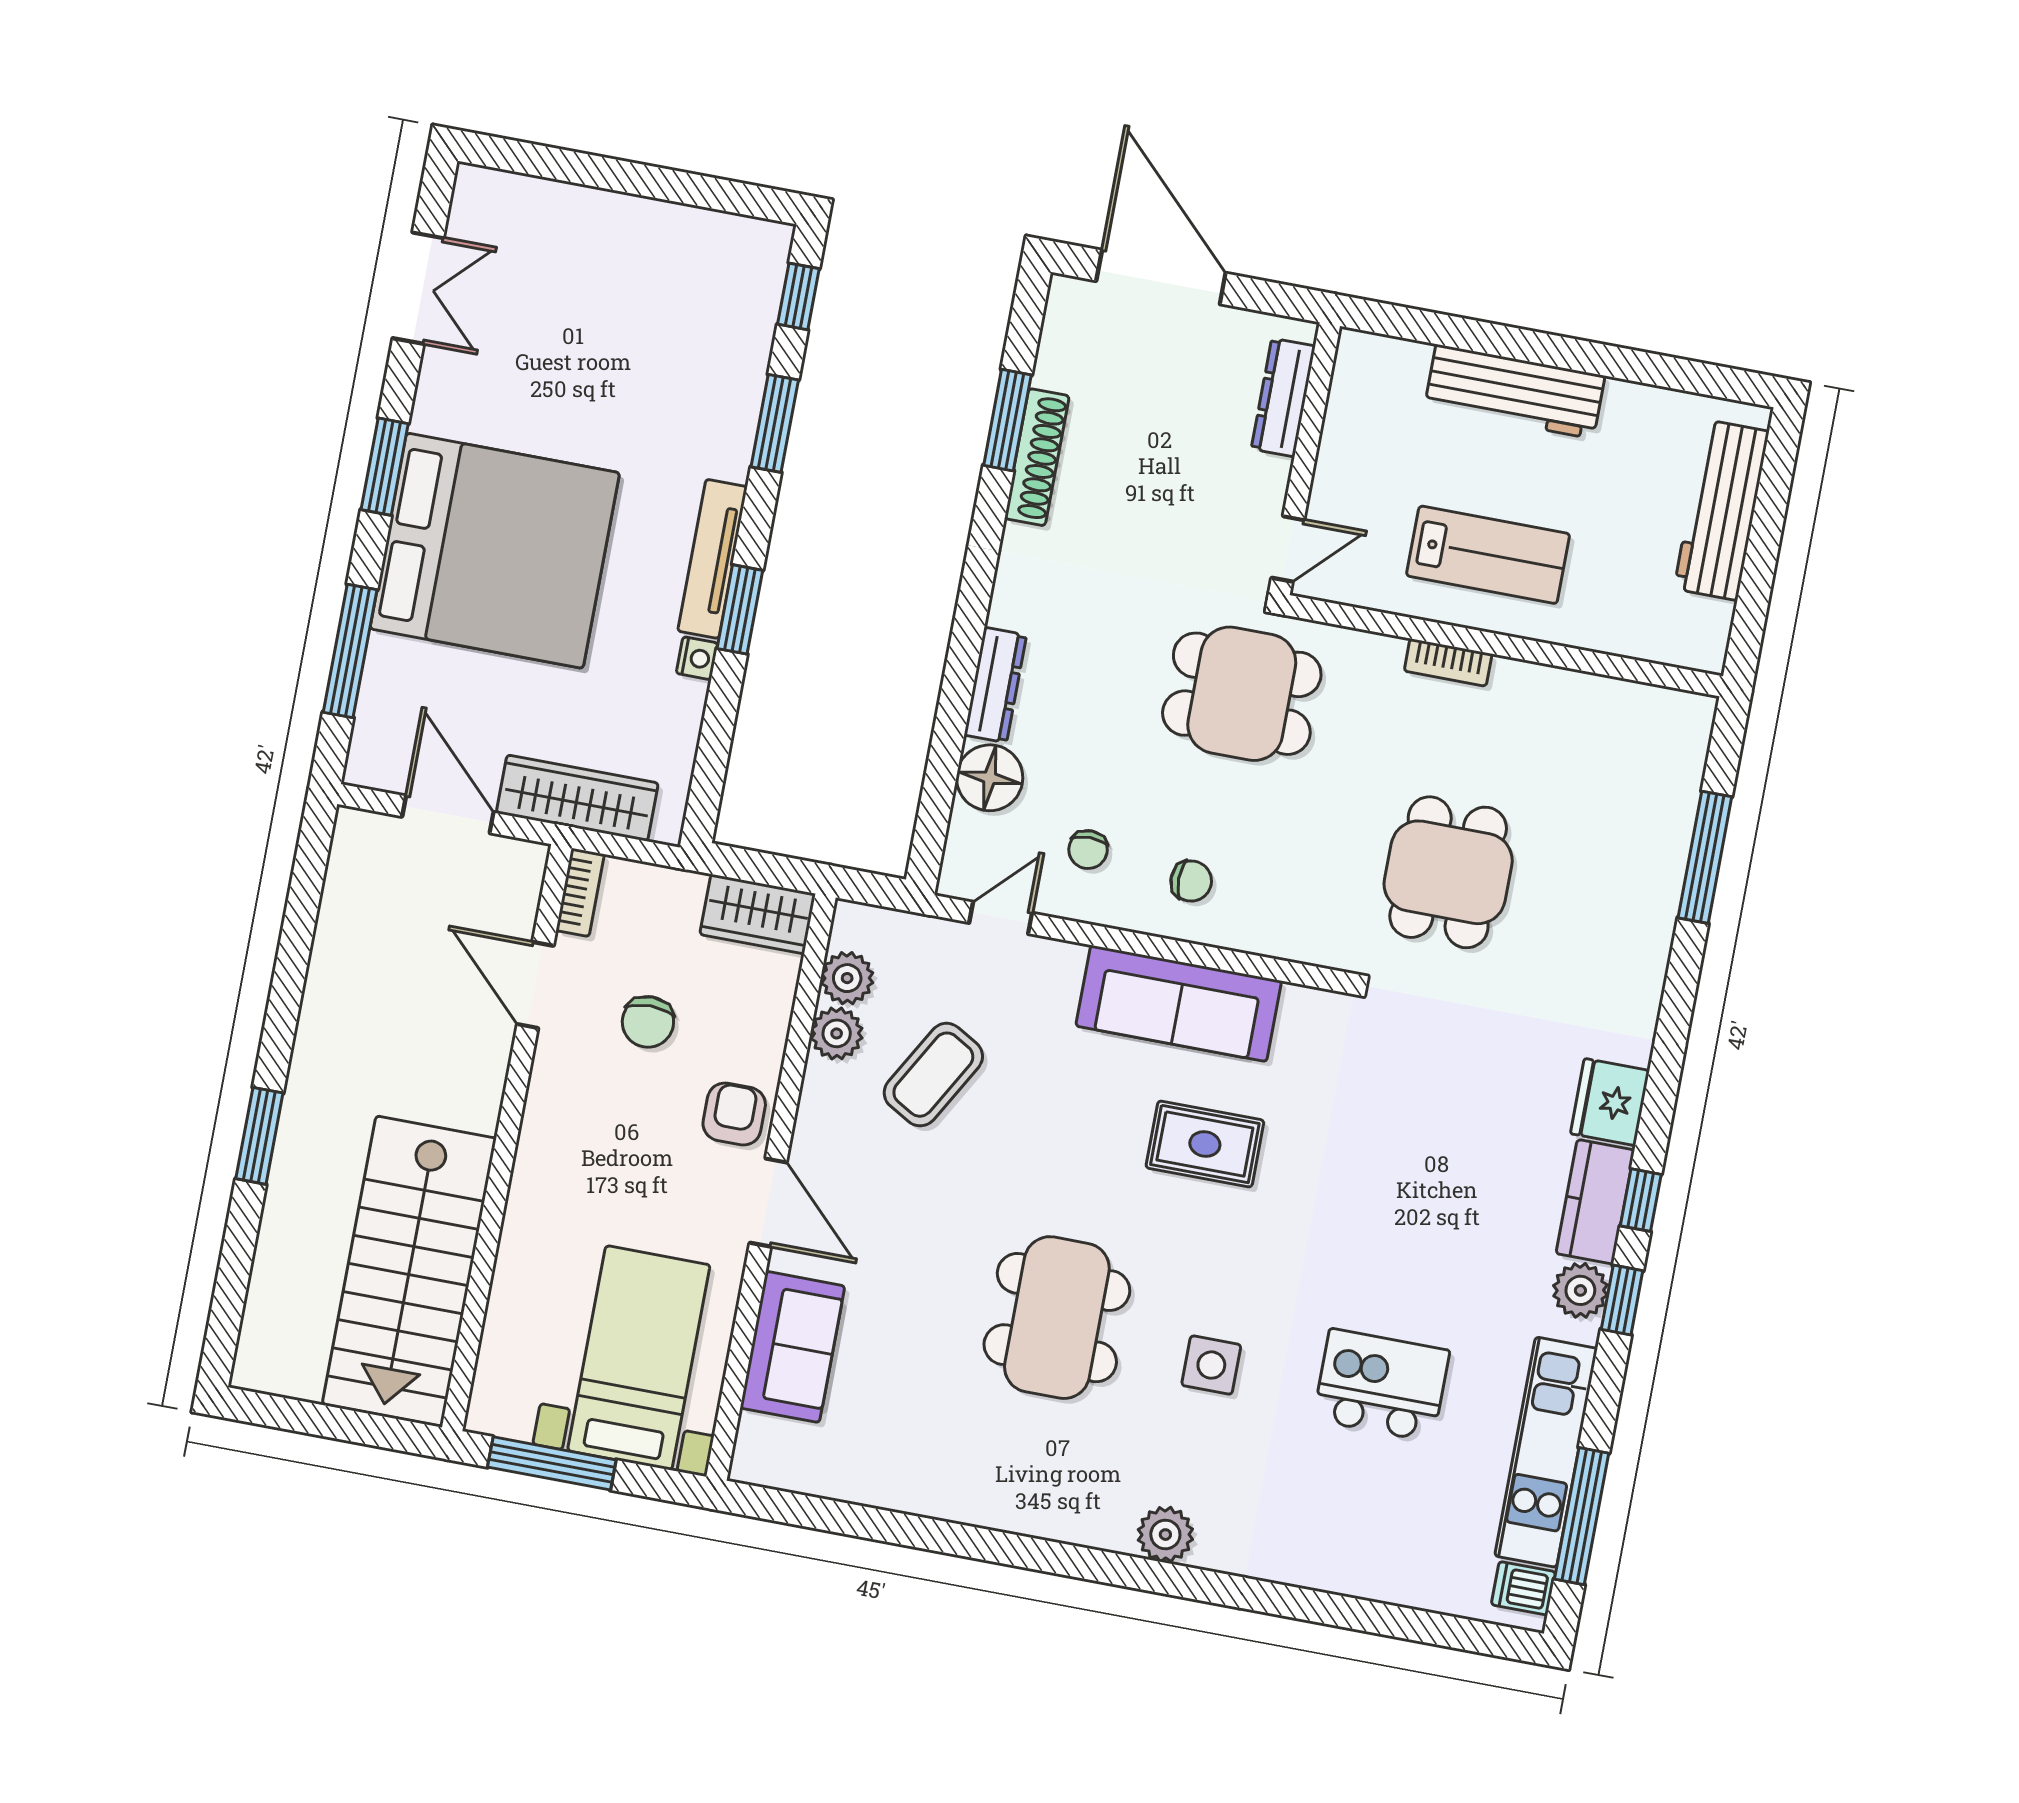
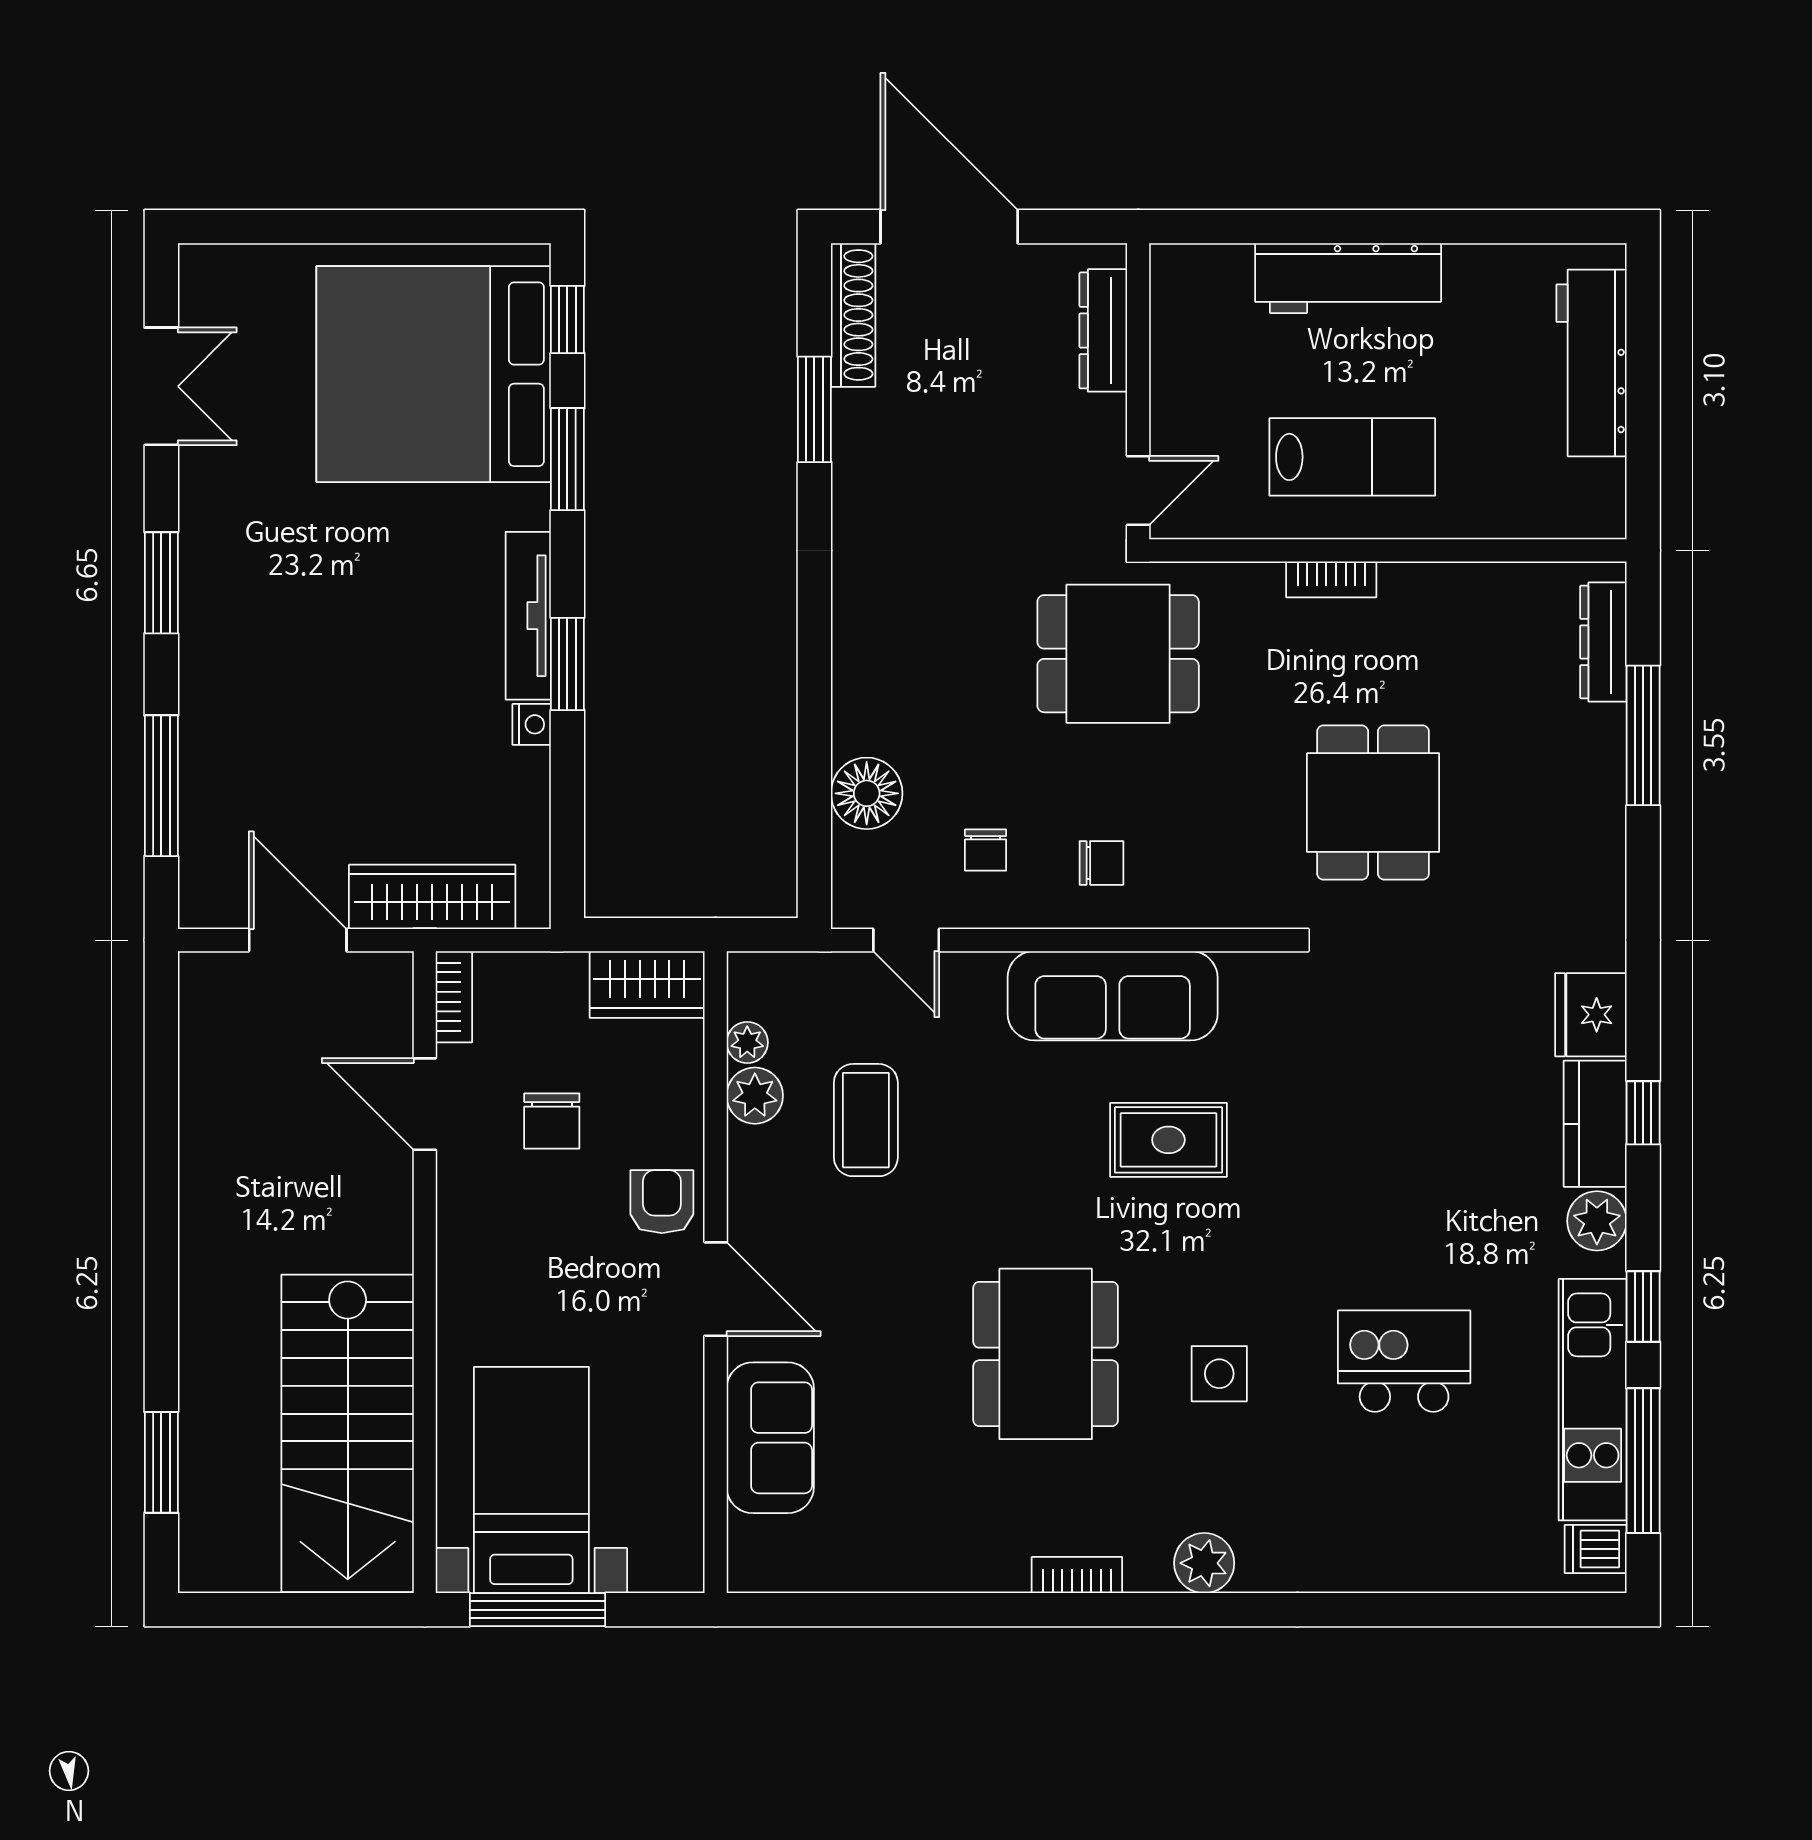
shoe rack: (1037, 457) -> (853, 315), moved
bed: (495, 551) -> (434, 374), moved, turned 180
dresser: (995, 685) -> (1603, 642), moved, turned 180
door: (1001, 918) -> (906, 940), swing flipped
plant: (847, 978) -> (747, 1042), width x0.73, depth x0.73
coffee table: (933, 1075) -> (866, 1120), turned -30
window: (259, 1136) -> (161, 1462), moved
window: (1622, 1300) -> (1643, 1307), moved
bed with nightstands: (639, 1358) -> (531, 1480), moved
bookcase: (1048, 1524) -> (1077, 1575), added

